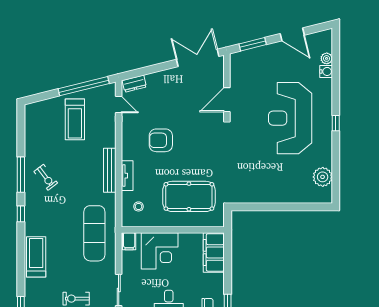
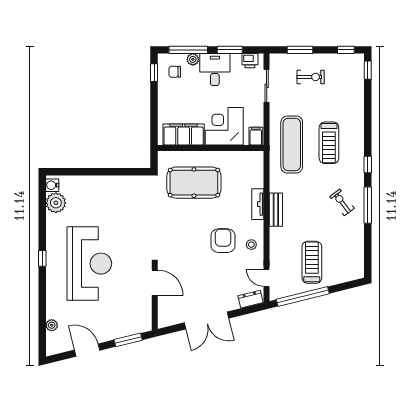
double door: (198, 58) -> (206, 320), moved
water cooler: (326, 71) -> (52, 185), moved
door: (227, 100) -> (155, 283), hinge flipped
armchair: (161, 140) -> (223, 241), turned -90
bench: (110, 170) -> (276, 210), width x0.73
stool: (139, 206) -> (251, 245), moved
filing cabinet: (214, 252) -> (184, 135), moved, turned -90
treadmill: (36, 257) -> (329, 143), moved

